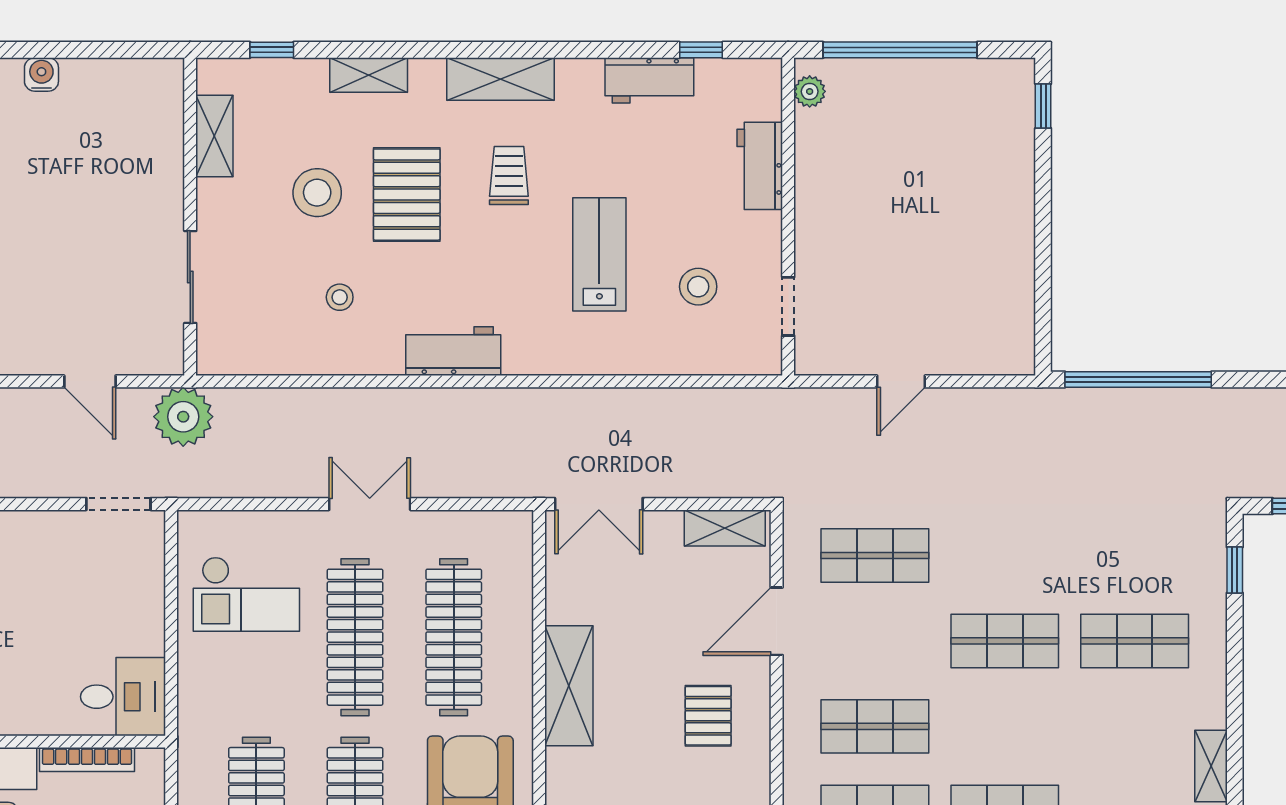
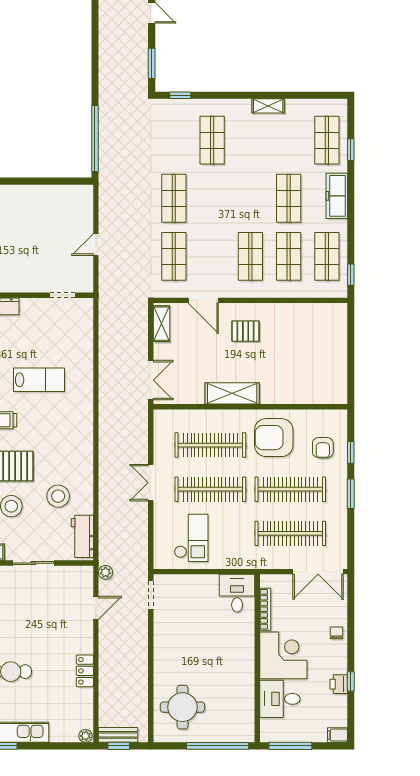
lab bench: (599, 254) -> (39, 380), turned 180
sliding door: (190, 277) -> (33, 563), moved
stool: (698, 287) -> (53, 336), removed
stool: (340, 297) -> (58, 496), width x1.89, depth x1.89
workbench: (453, 351) -> (82, 536), moved
door: (901, 381) -> (96, 245), swing flipped
plant: (183, 417) -> (105, 572), width x0.53, depth x0.53
shop shelf: (1005, 641) -> (174, 198), moved

